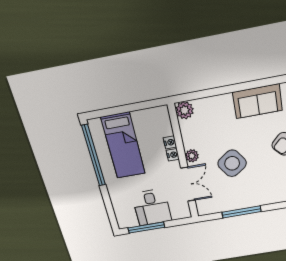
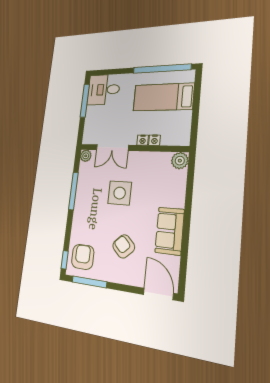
plant: (192, 156) -> (86, 156), moved
side table: (232, 163) -> (120, 193), turned 35
desk: (152, 207) -> (104, 90), moved

